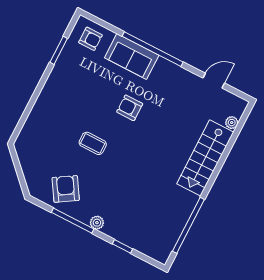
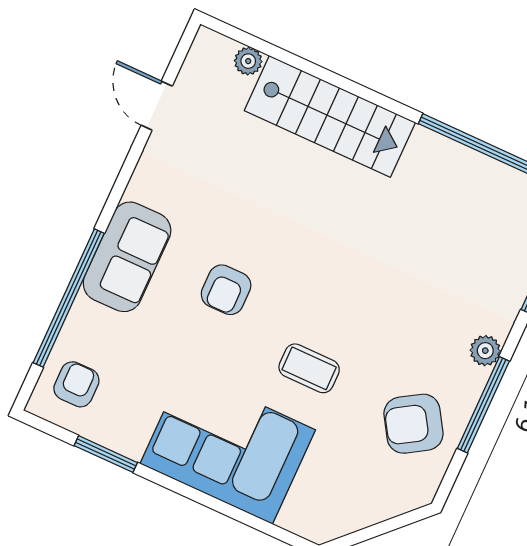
window: (153, 49) -> (69, 298), moved
sofa: (132, 56) -> (127, 257), moved
corner sofa: (59, 105) -> (228, 447), added
coffee table: (93, 143) -> (309, 368), turned 90

